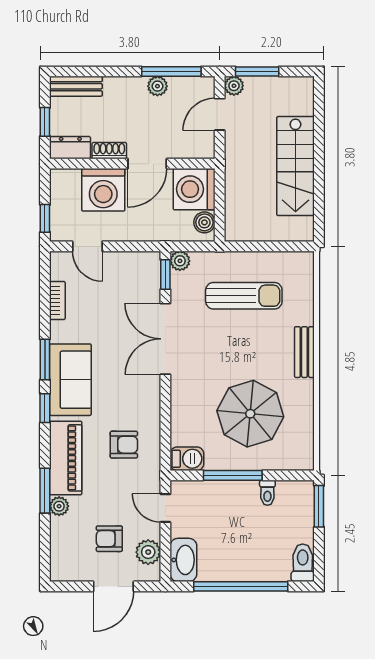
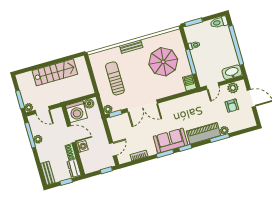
washing machine: (103, 190) -> (82, 146), width x0.53, depth x0.53
armchair: (124, 445) -> (191, 111), removed

